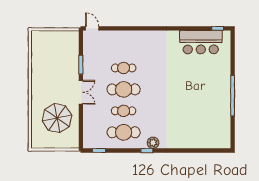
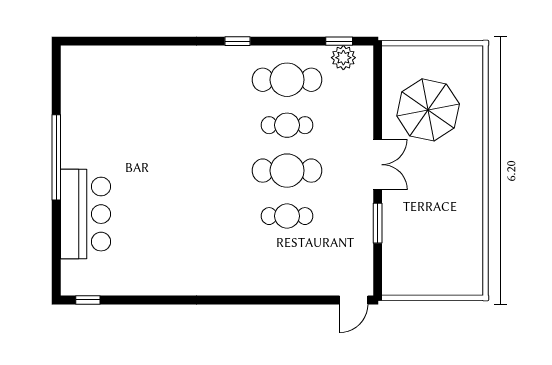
door: (92, 28) -> (354, 300), hinge flipped
bar counter: (201, 42) -> (86, 214), moved, turned 90
double door: (81, 92) -> (378, 165), swing flipped
plant: (153, 143) -> (343, 58), moved

